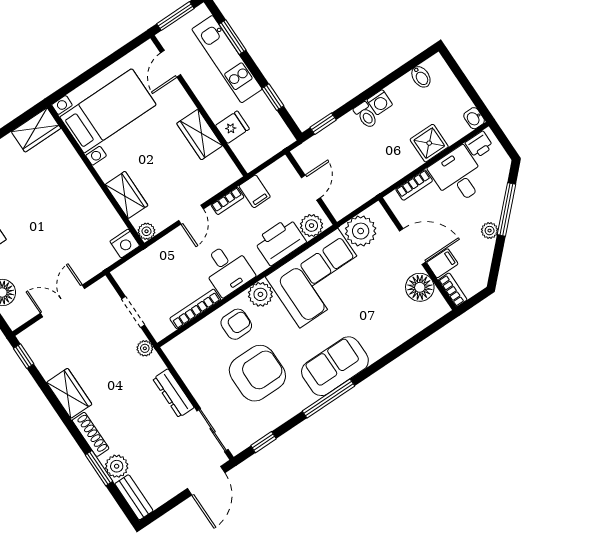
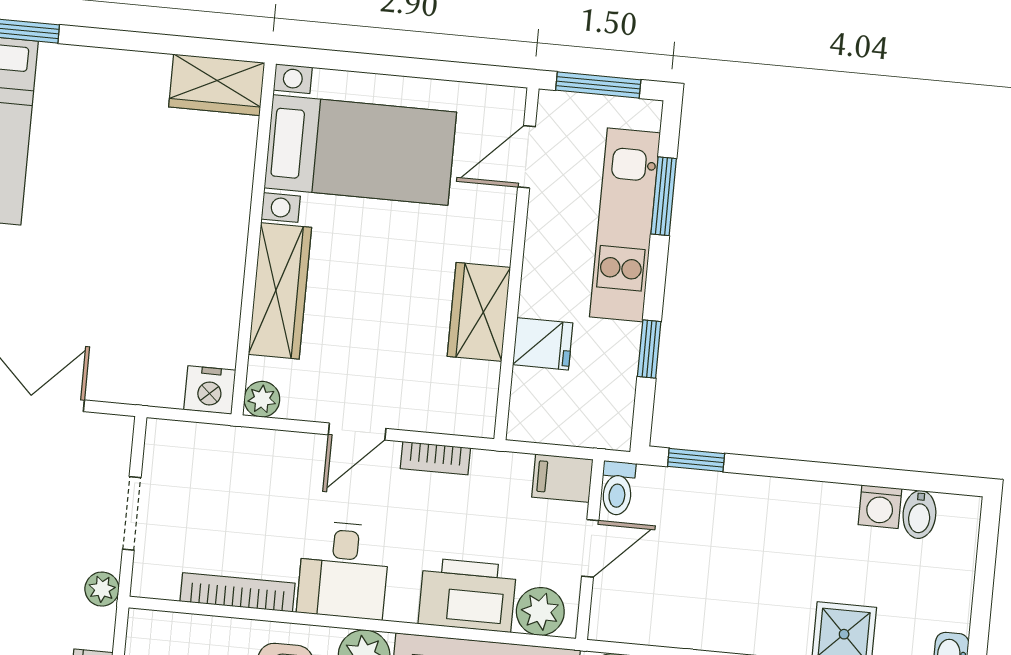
washing machine: (380, 102) -> (880, 507), moved
toilet: (366, 115) -> (618, 488), moved
filing cabinet: (255, 191) -> (562, 478), moved, turned 90
wardrobe: (127, 195) -> (280, 291), width x1.50

